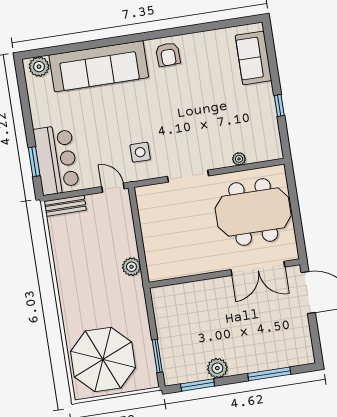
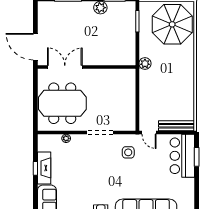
fireplace: (266, 108) -> (44, 168), added
bench: (65, 206) -> (176, 126), width x1.36
plant: (131, 267) -> (145, 64), moved

